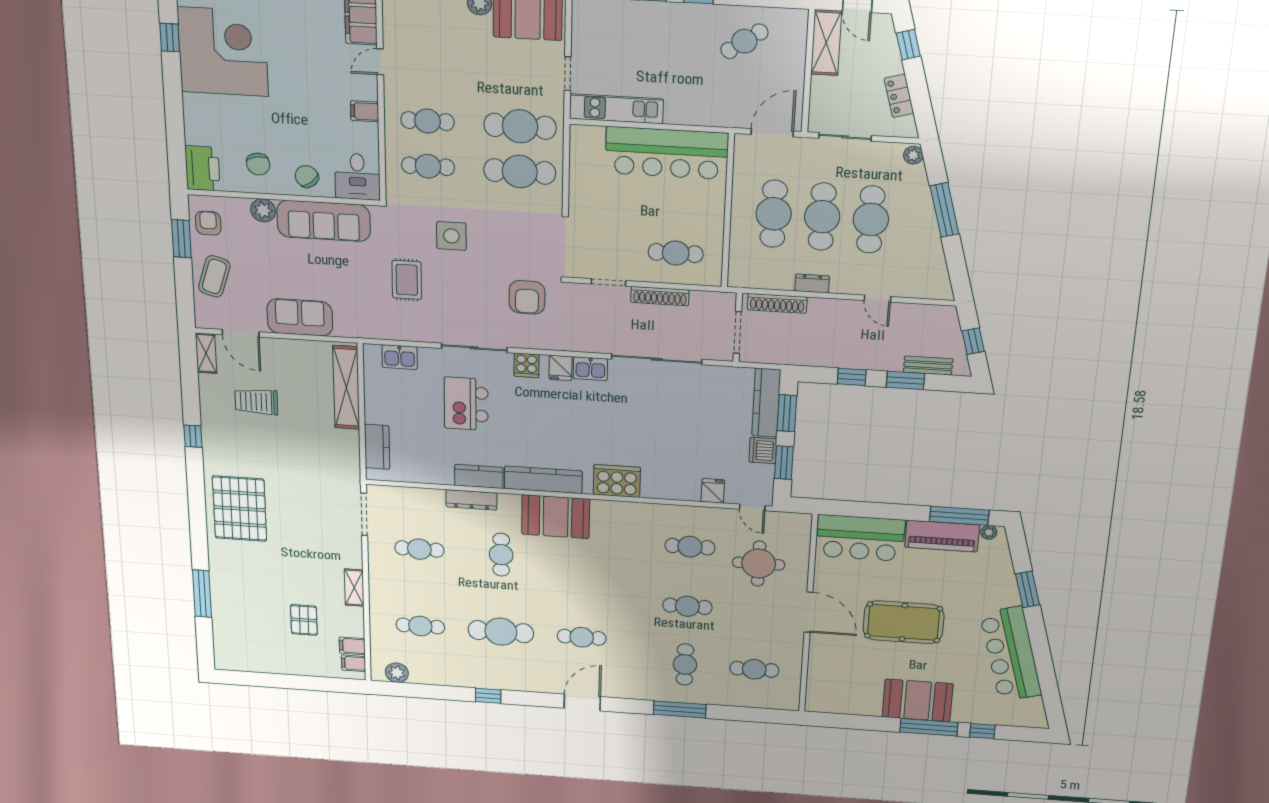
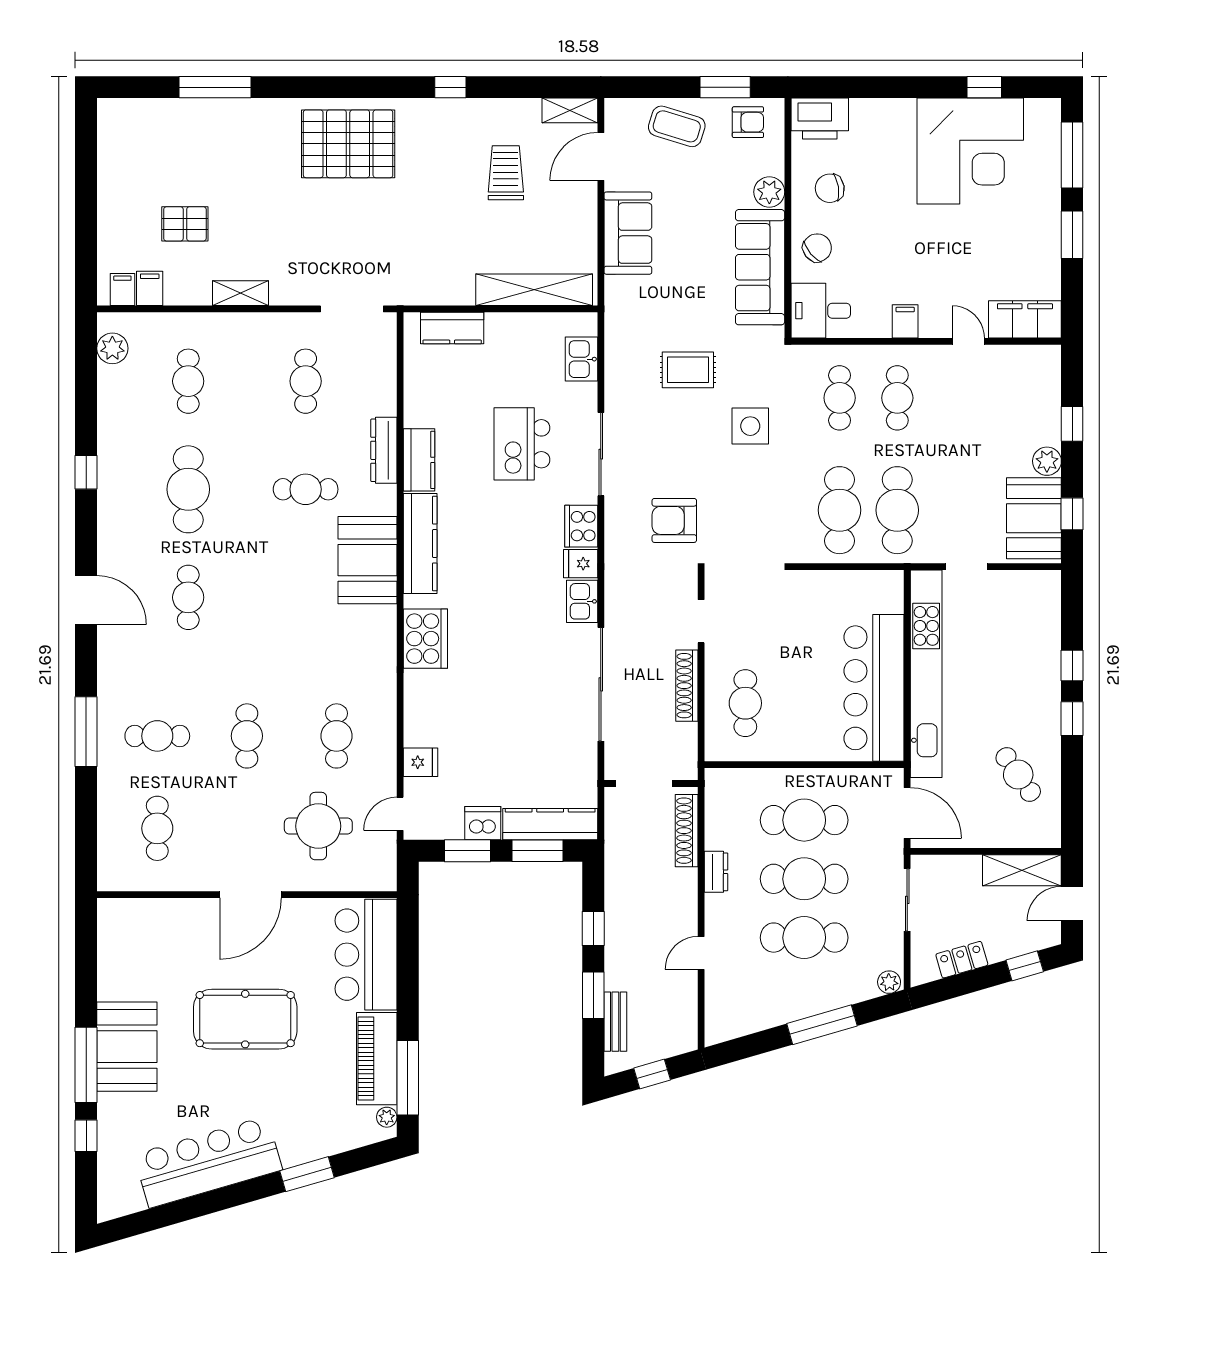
kitchen unit: (616, 109) -> (926, 674), width x1.86
cooker: (526, 365) -> (581, 526), width x1.36
kitchen island: (466, 404) -> (522, 444), turned -90
pool table: (903, 622) -> (245, 1019), turned 90

